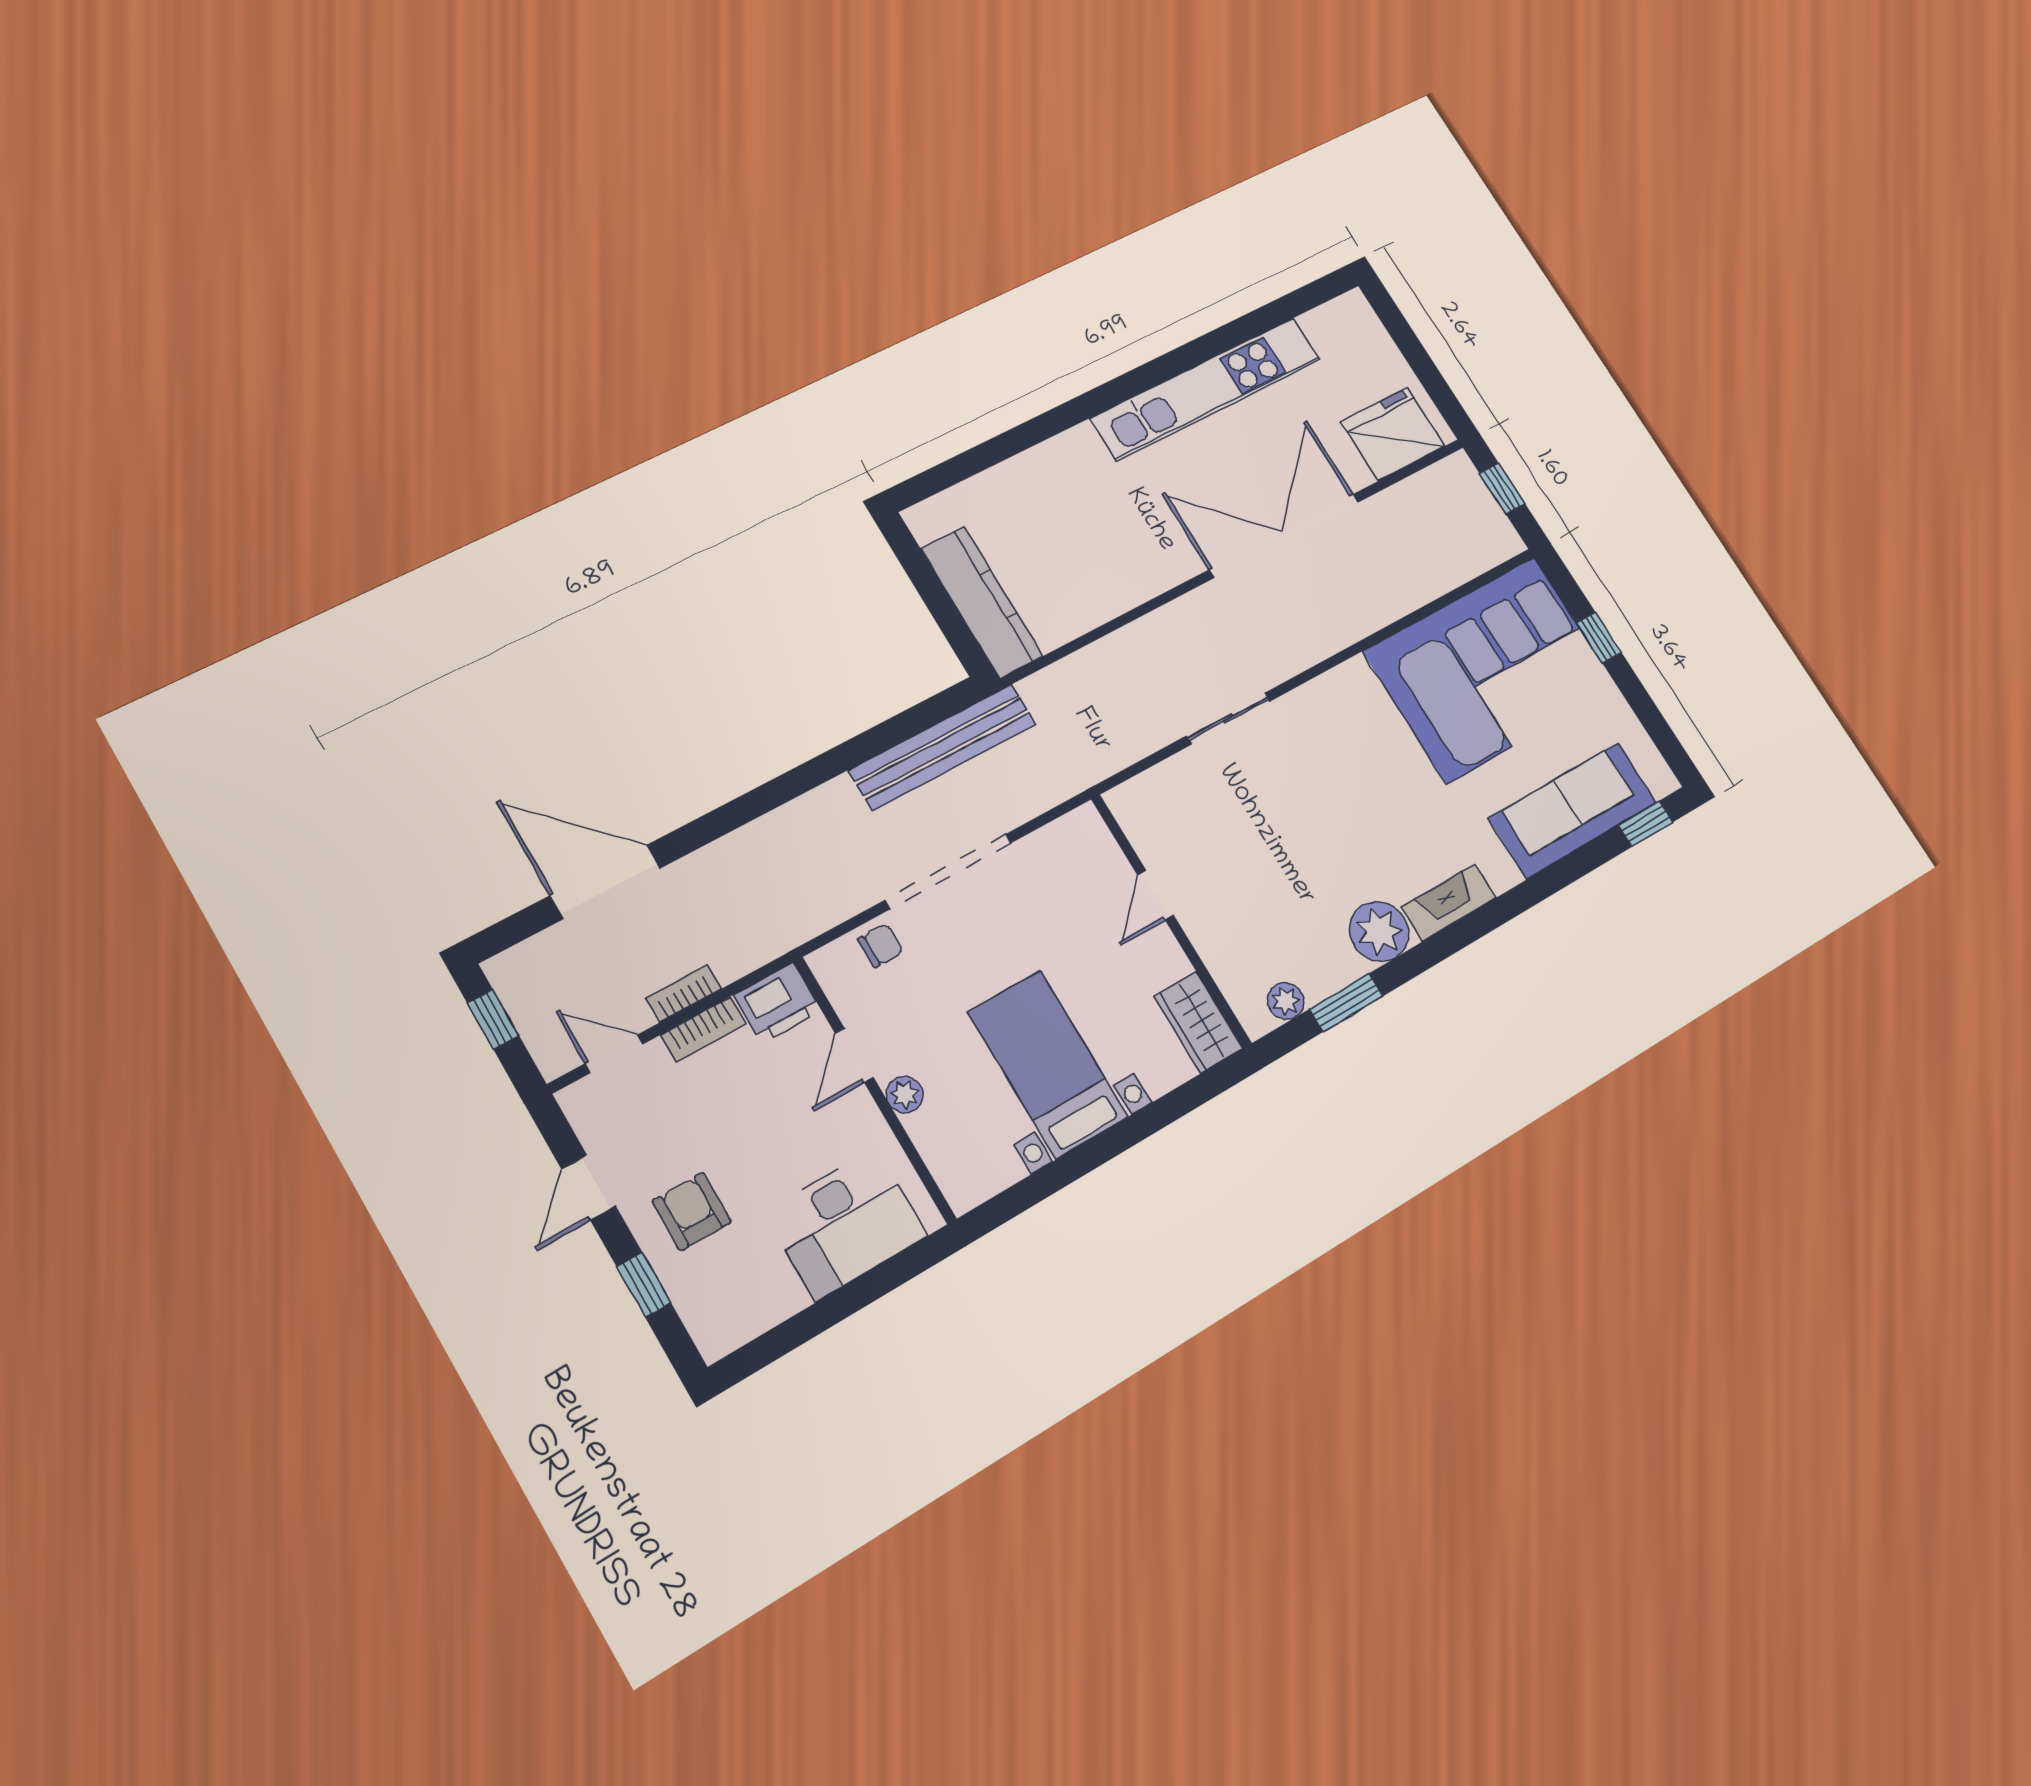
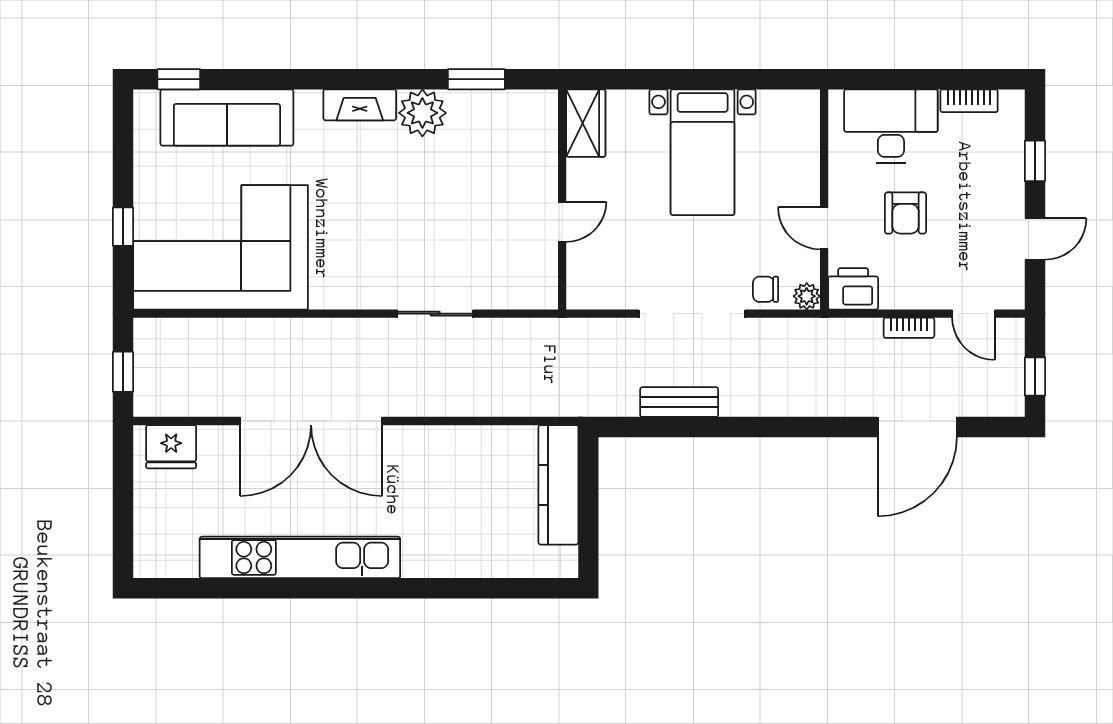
fridge: (1393, 434) -> (171, 447), width x0.73, depth x0.75
bench: (943, 747) -> (679, 402), width x0.54, depth x0.82
door: (605, 882) -> (917, 427), hinge flipped
plant: (1286, 1001) -> (517, 103), removed
bookcase: (703, 1029) -> (969, 101), moved, turned 180
door: (854, 1055) -> (824, 228), swing flipped
plant: (905, 1095) -> (807, 296), moved
armchair: (692, 1211) -> (906, 213), moved

